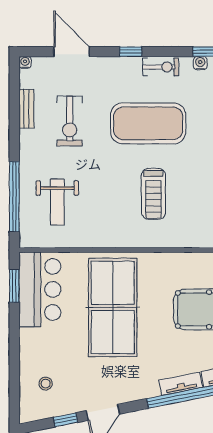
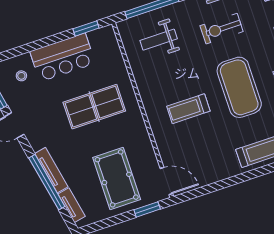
bar counter: (40, 289) -> (63, 57), moved
table tennis table: (113, 307) -> (94, 107), width x0.73, depth x0.76
tv unit: (181, 384) -> (51, 170), width x1.41

